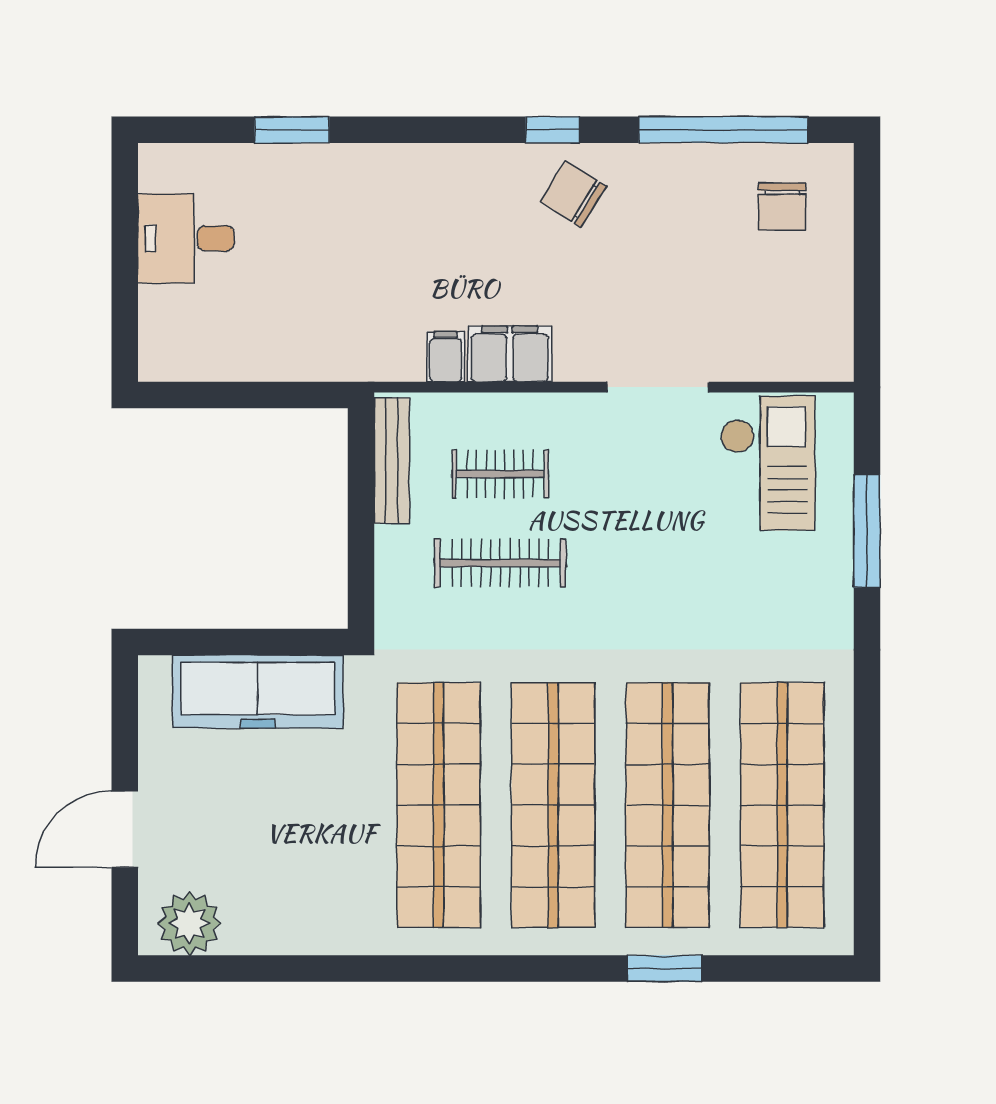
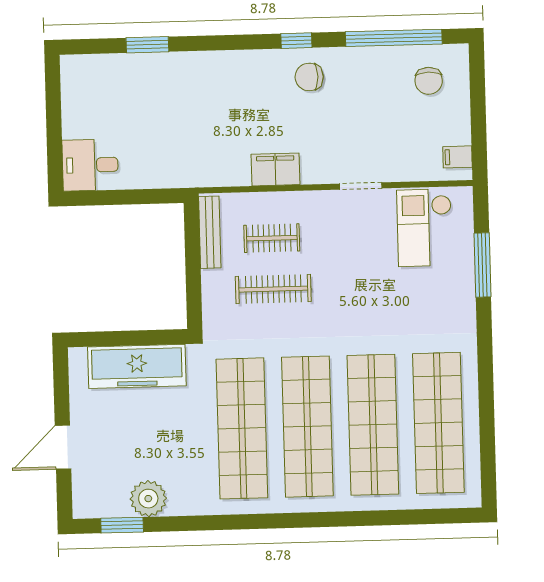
chair: (573, 194) -> (309, 77), turned -32
desk: (186, 238) -> (90, 165), moved
filing cabinet: (446, 357) -> (457, 157), moved, turned -90
doorway: (658, 387) -> (361, 186), width x0.73
checkout: (768, 463) -> (425, 228), turned 180
plant: (189, 923) -> (148, 499), moved
window: (664, 968) -> (122, 525), moved

